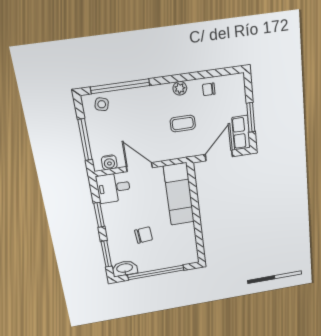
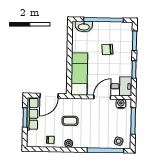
row of seats: (241, 133) -> (32, 114), width x1.48
door: (139, 167) -> (102, 97), swing flipped
washbasin: (125, 268) -> (84, 27), moved

